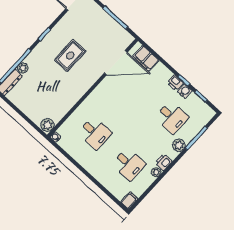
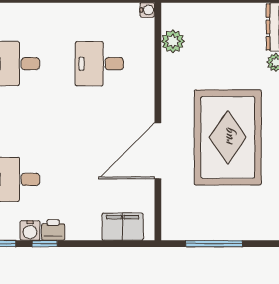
rug: (70, 56) -> (228, 137), width x1.86, depth x2.06
door: (116, 63) -> (158, 151), moved
plant: (47, 125) -> (173, 41), moved

